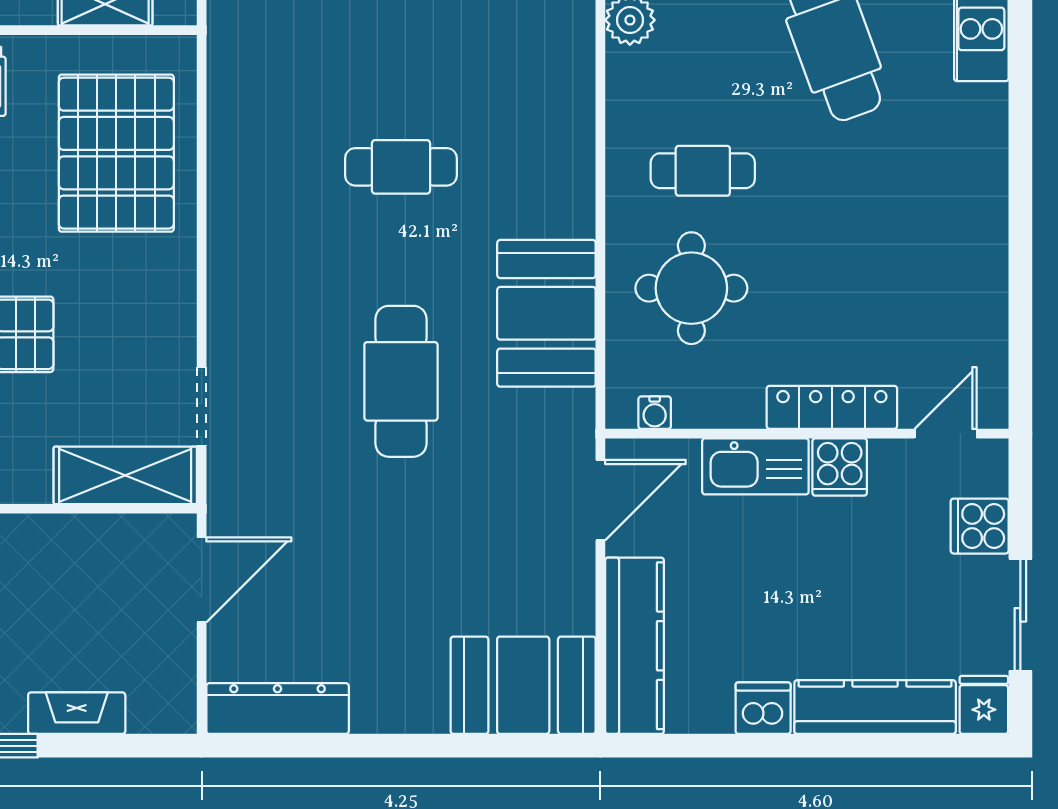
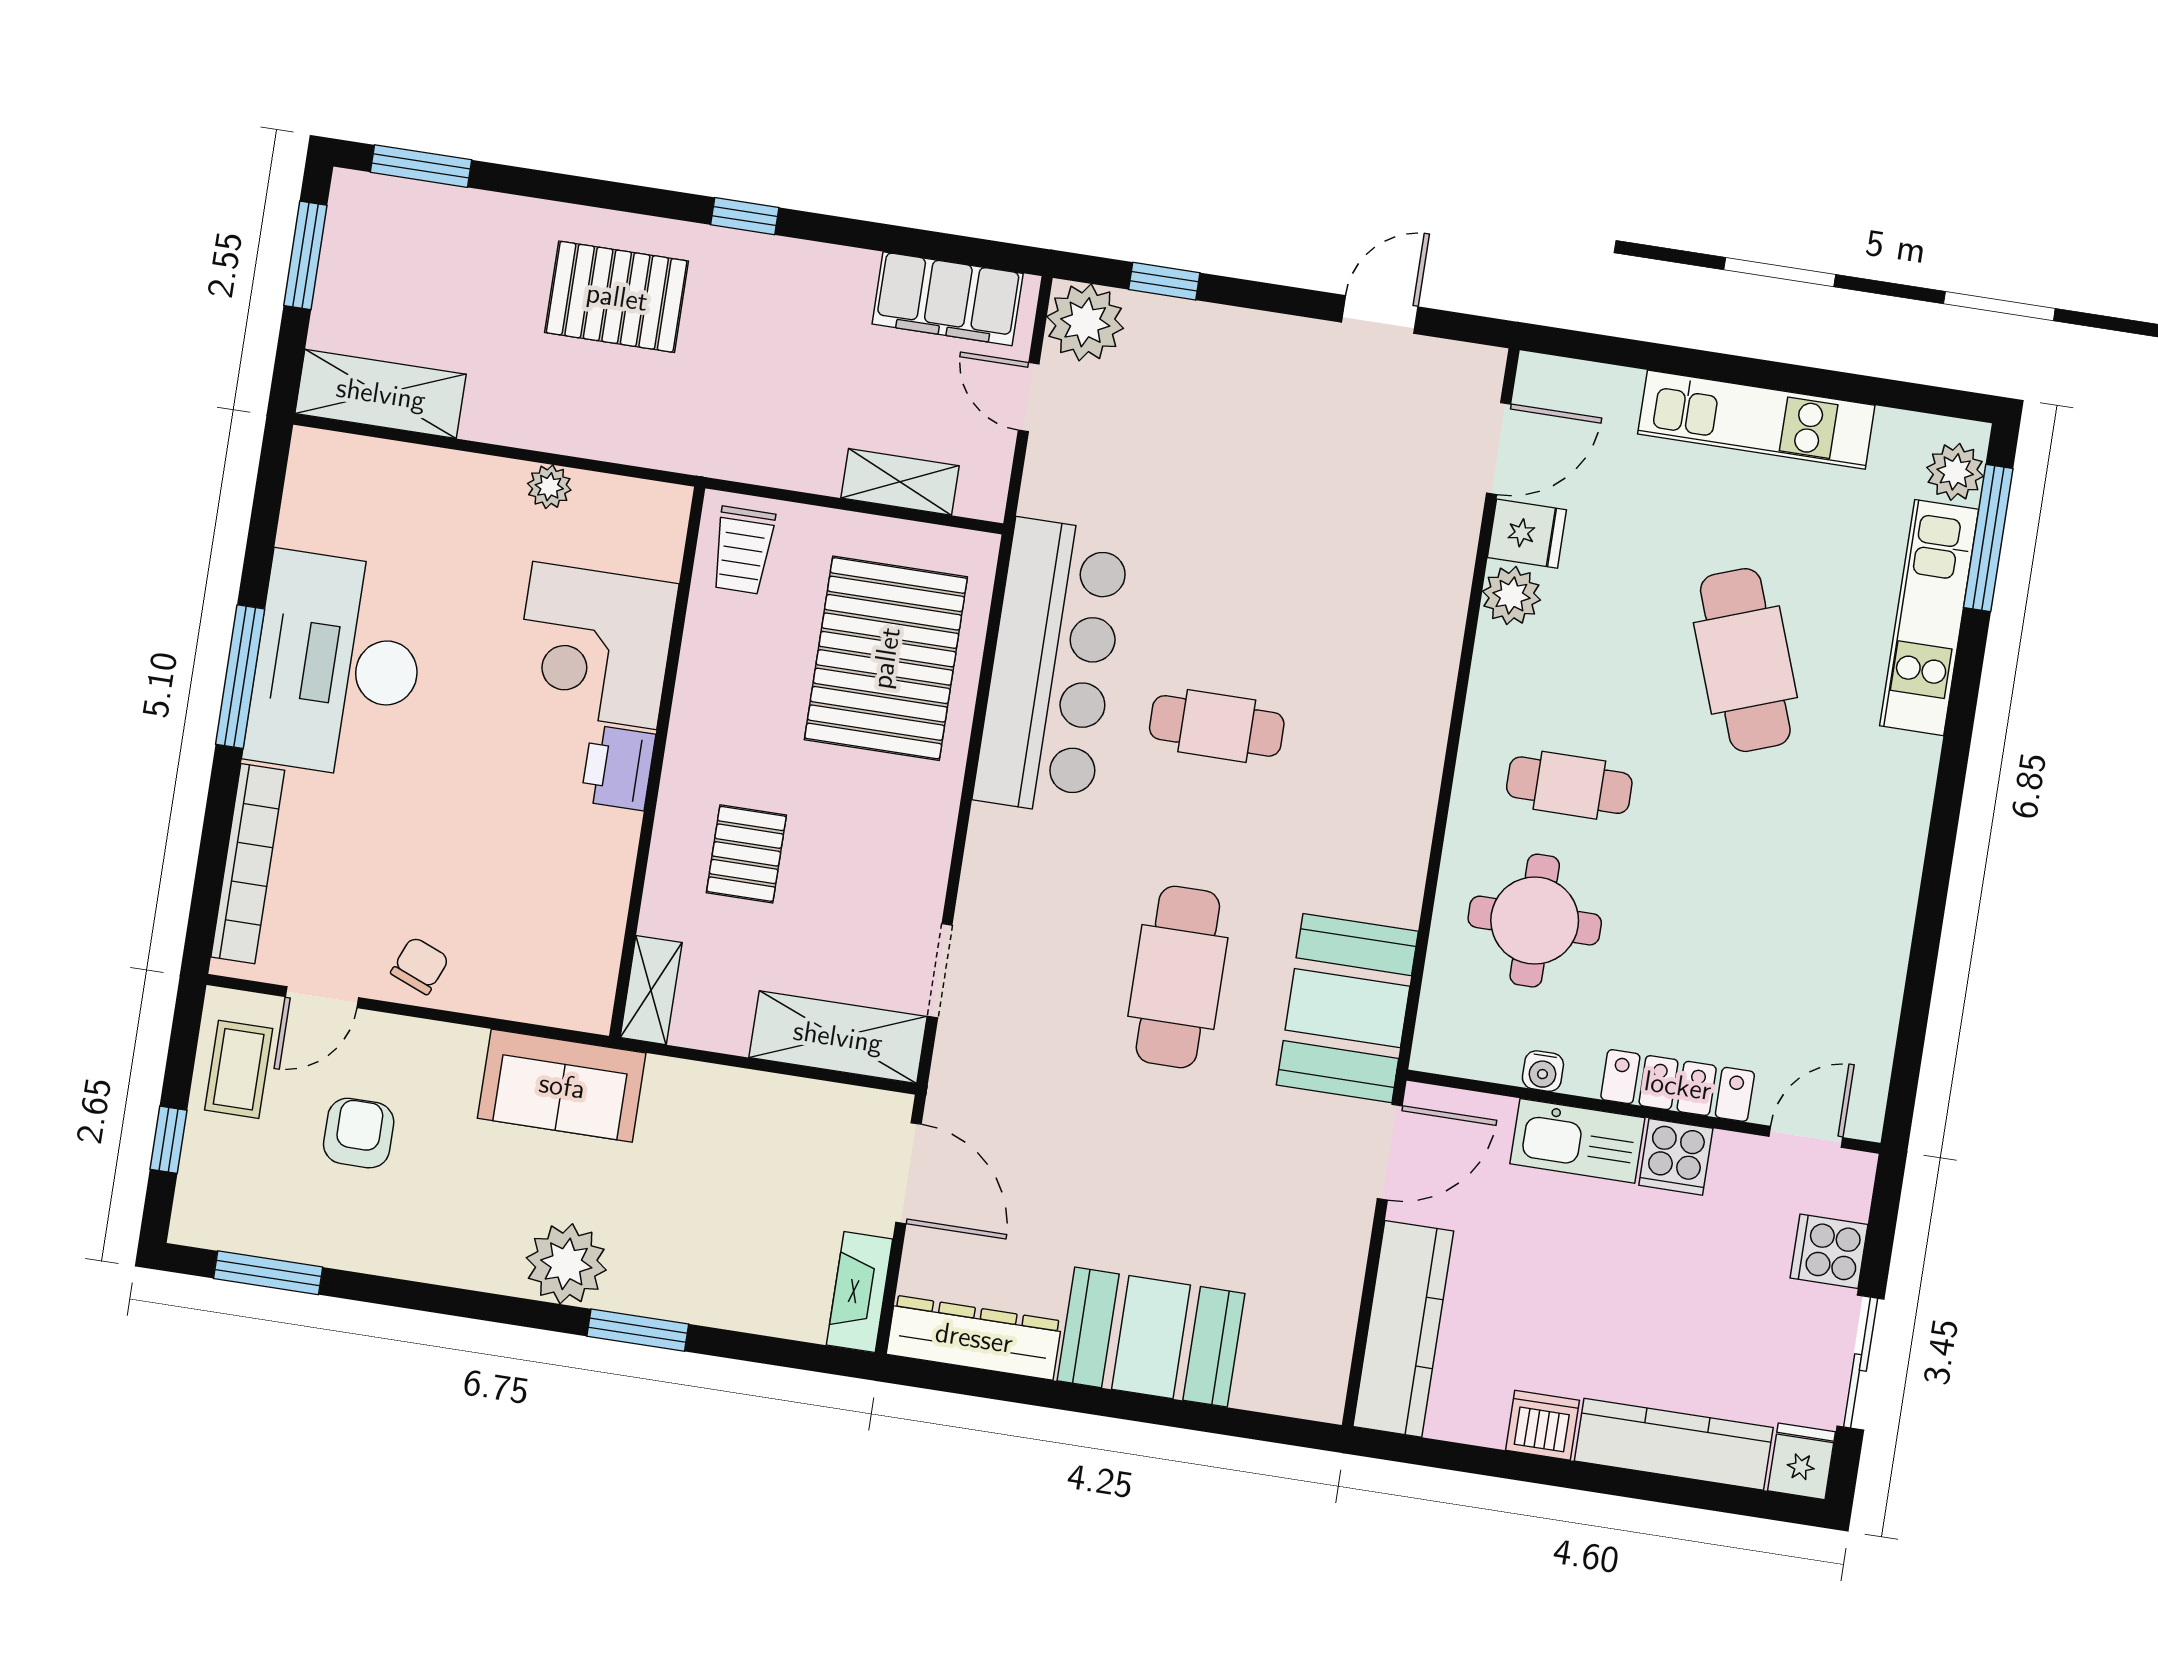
bar counter: (256, 139) -> (1052, 667), added
booth: (546, 313) -> (1347, 1008), moved
water cooler: (655, 413) -> (1543, 1071), moved
door: (202, 580) -> (908, 1173), hinge flipped
booth: (523, 685) -> (1151, 1337), moved
fireplace: (77, 713) -> (860, 1292), moved, turned -90

